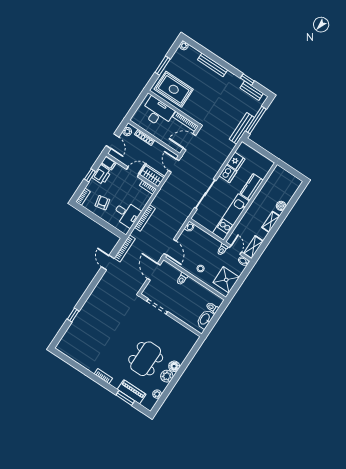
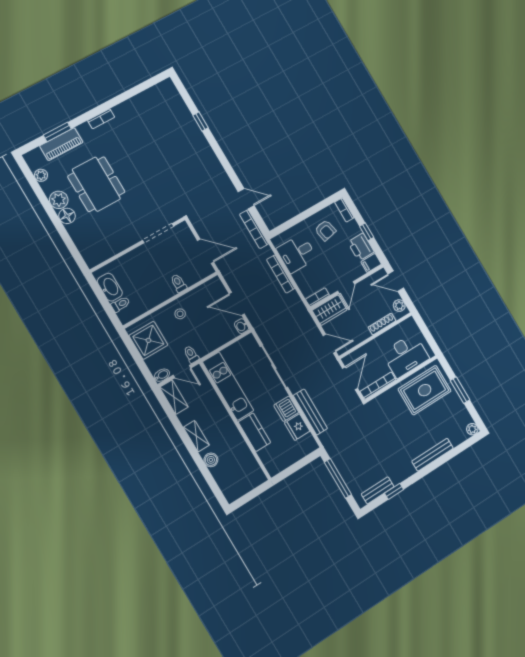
bench: (242, 128) -> (310, 412), moved
door: (170, 247) -> (237, 304), moved

